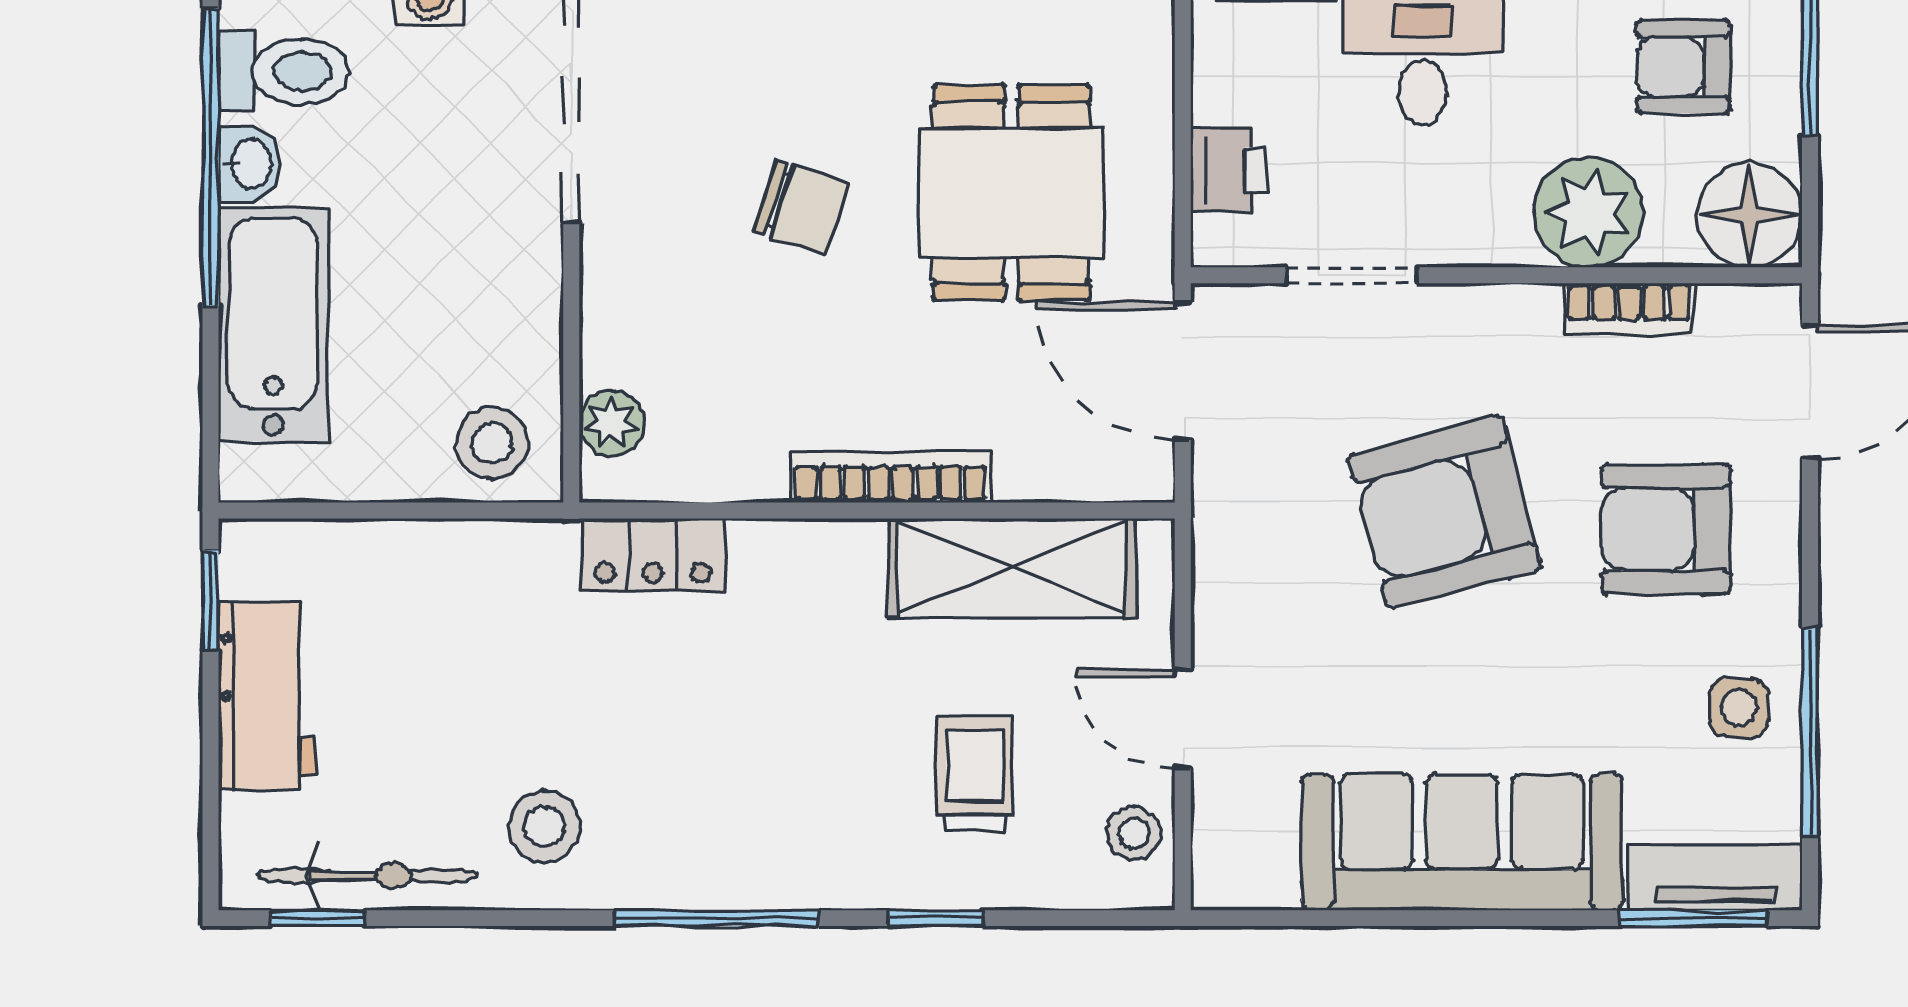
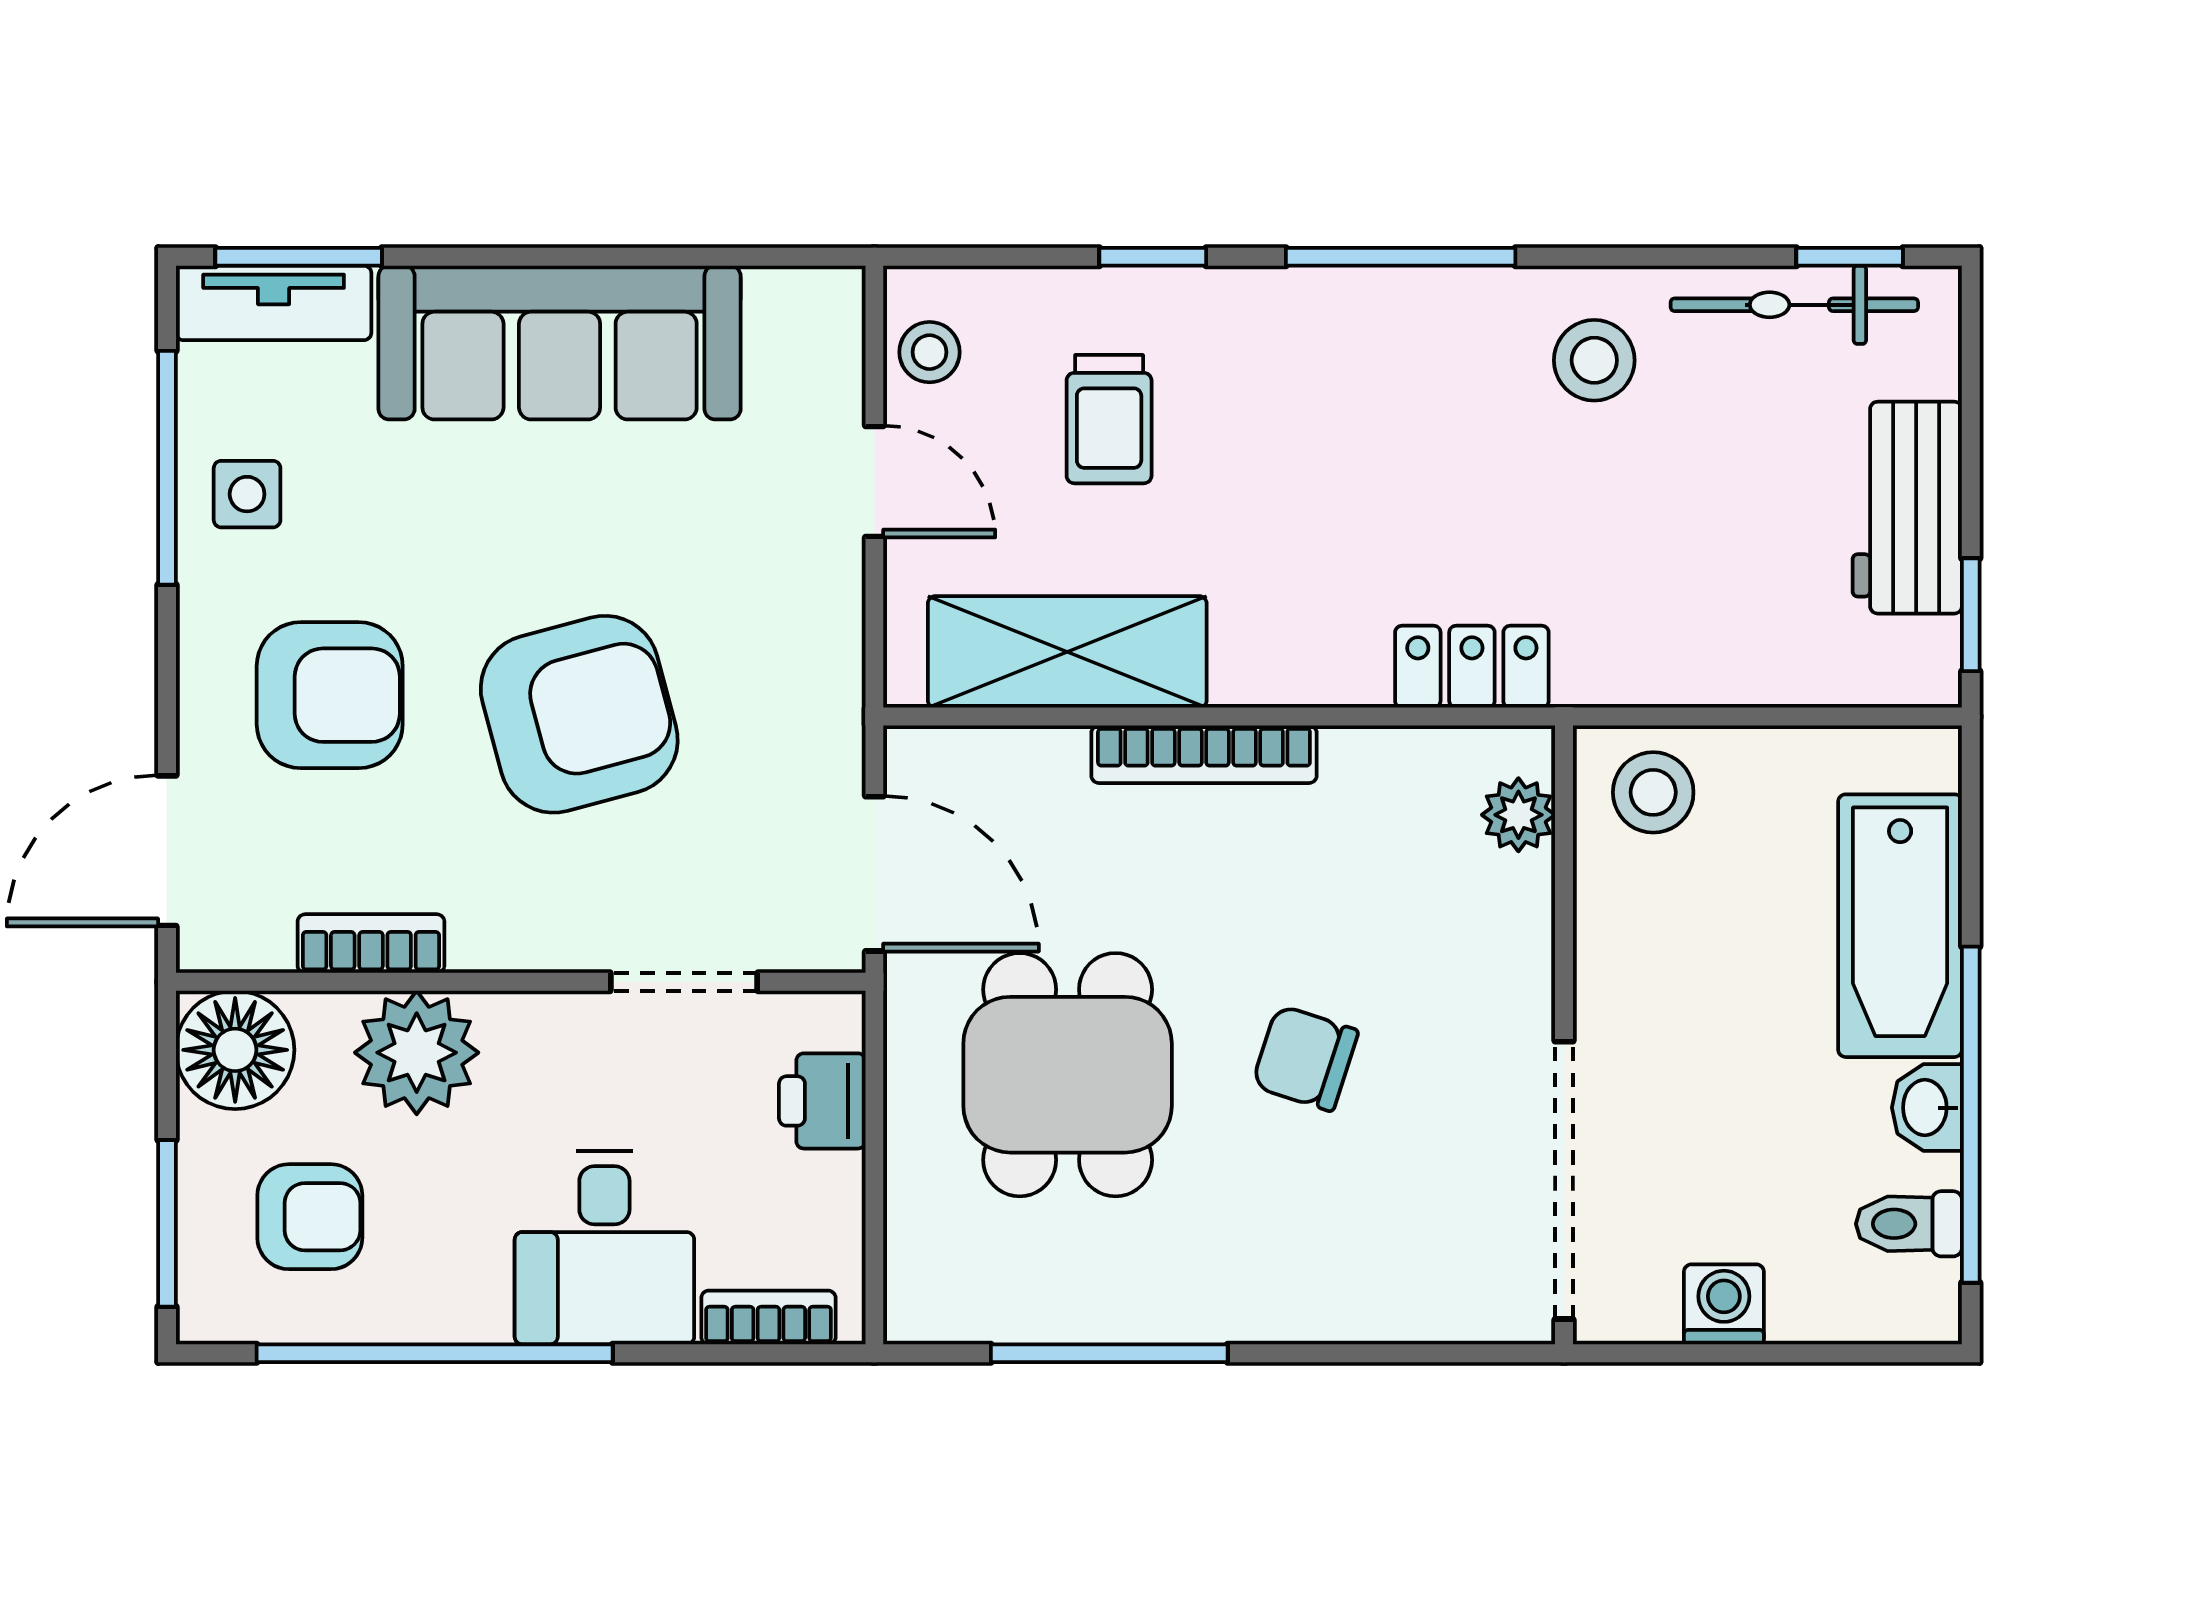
toilet: (284, 71) -> (1909, 1224), width x0.73, depth x0.72

